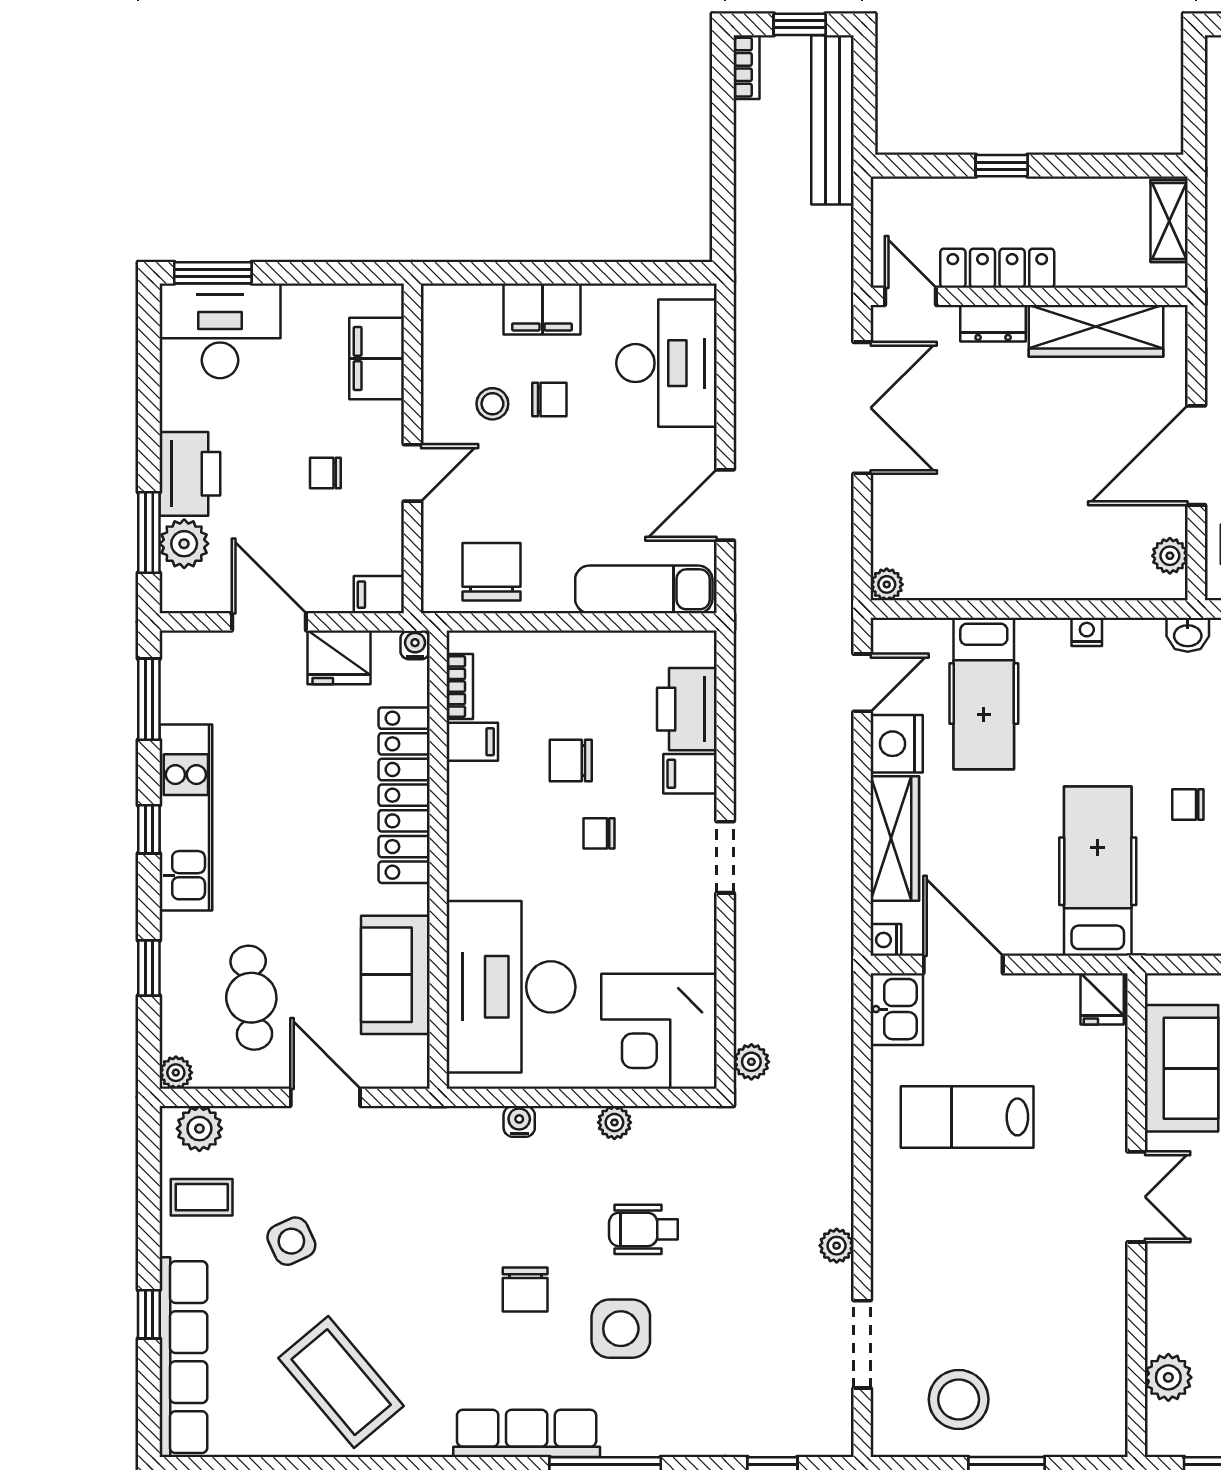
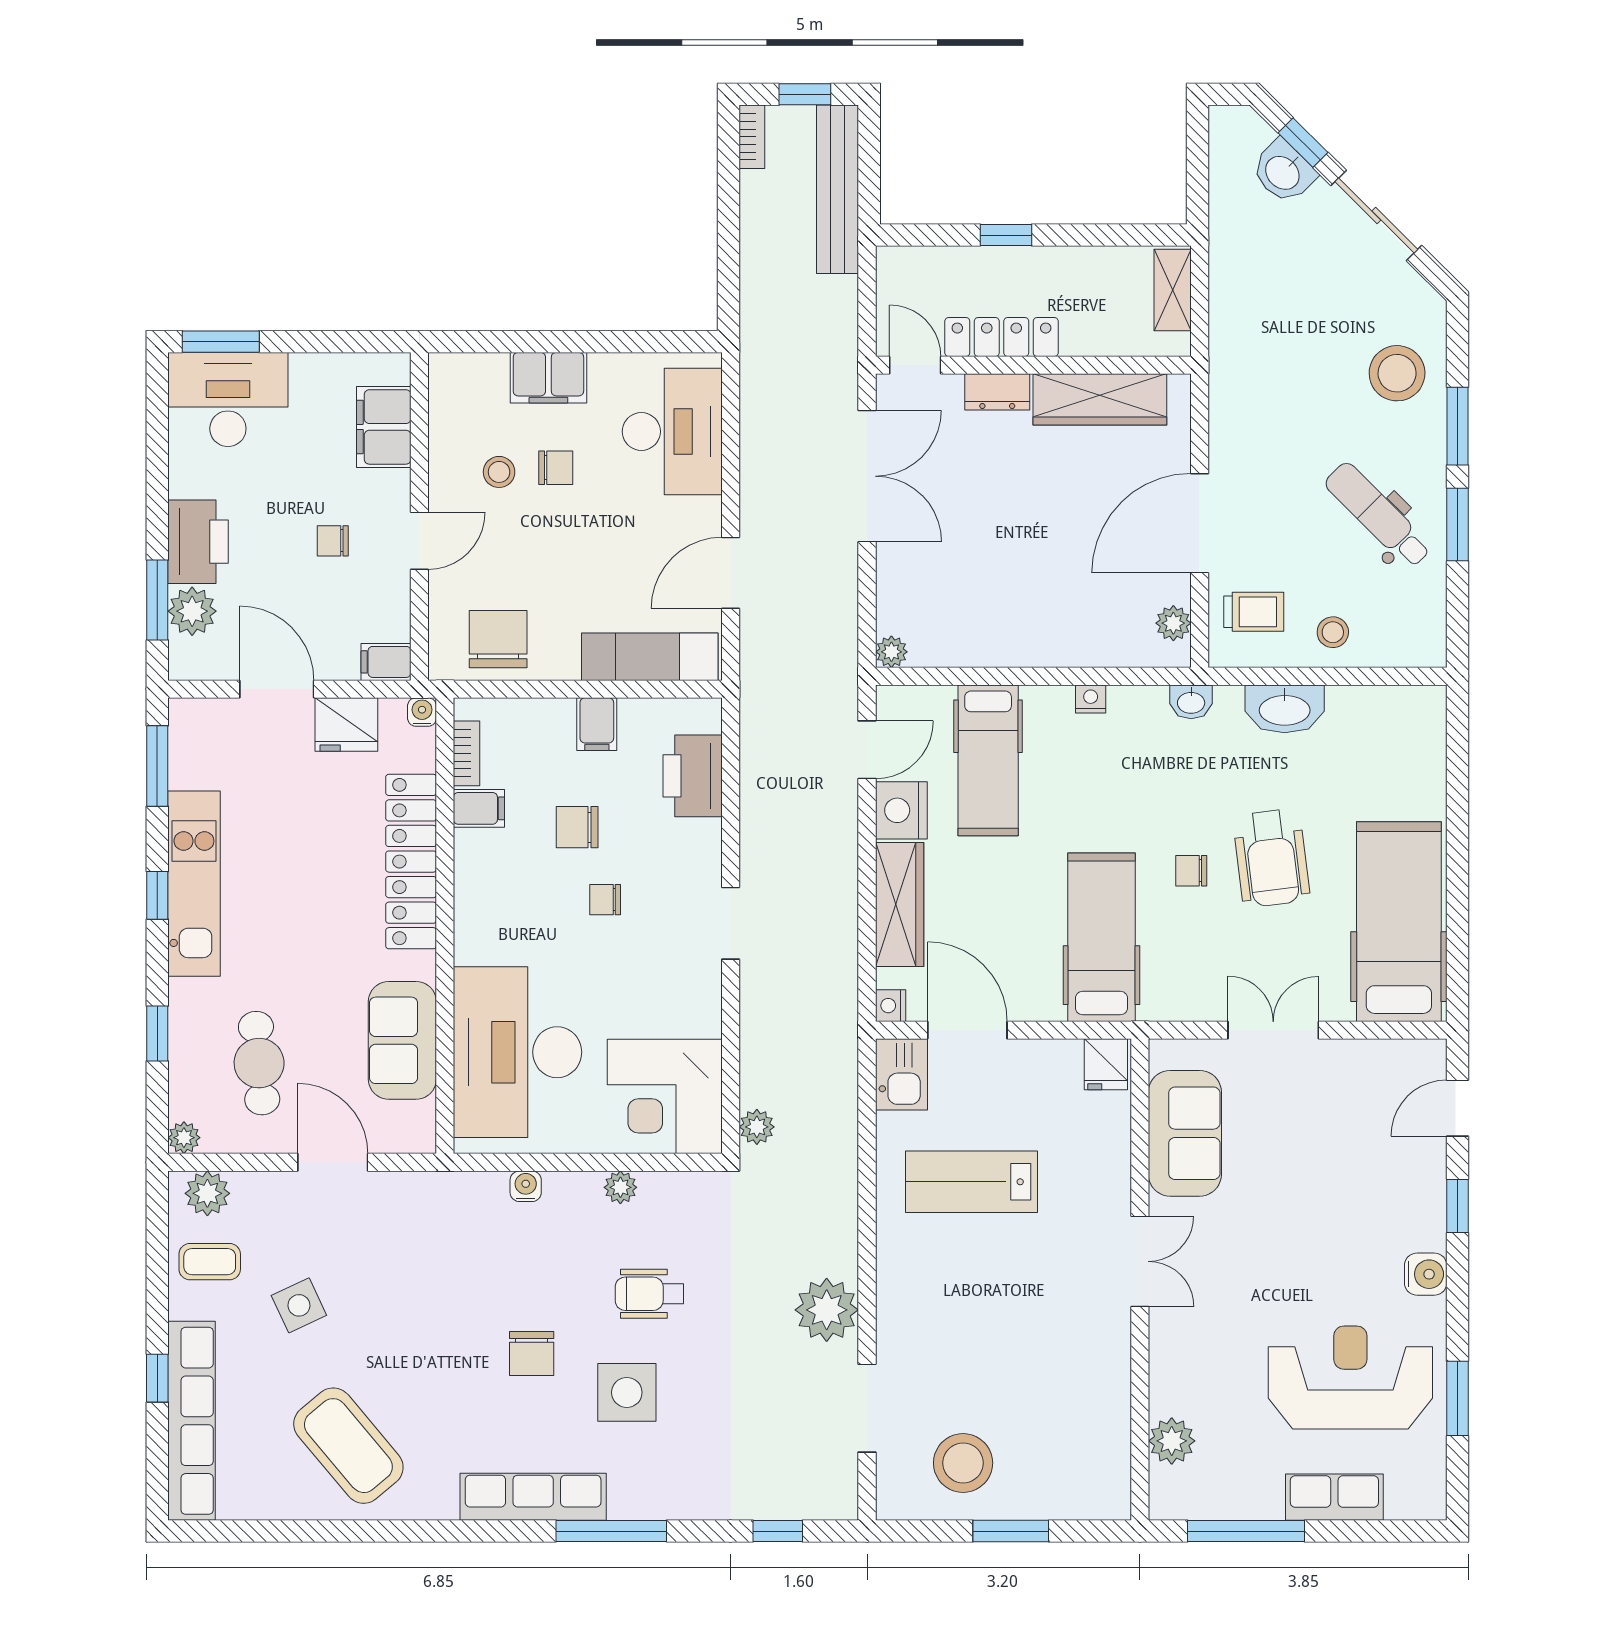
filing cabinet: (690, 774) -> (597, 724), moved, turned -90
plant: (837, 1246) -> (827, 1310), width x1.88, depth x1.88

